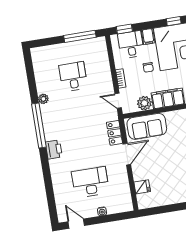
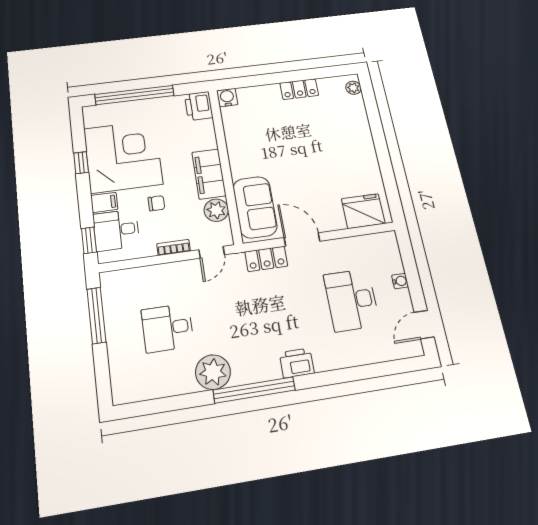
plant: (43, 99) -> (213, 372), width x1.87, depth x1.87
fridge: (142, 187) -> (363, 211), width x1.88, depth x1.34

